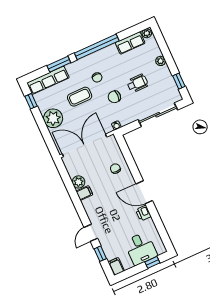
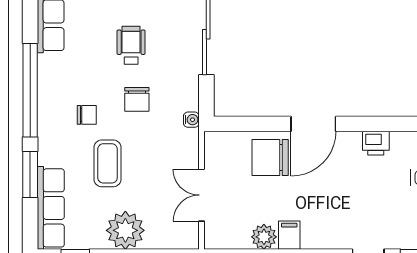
double door: (84, 145) -> (201, 195), width x0.54
chair: (115, 169) -> (270, 158), width x1.87, depth x1.87
door: (144, 192) -> (313, 124), moved

